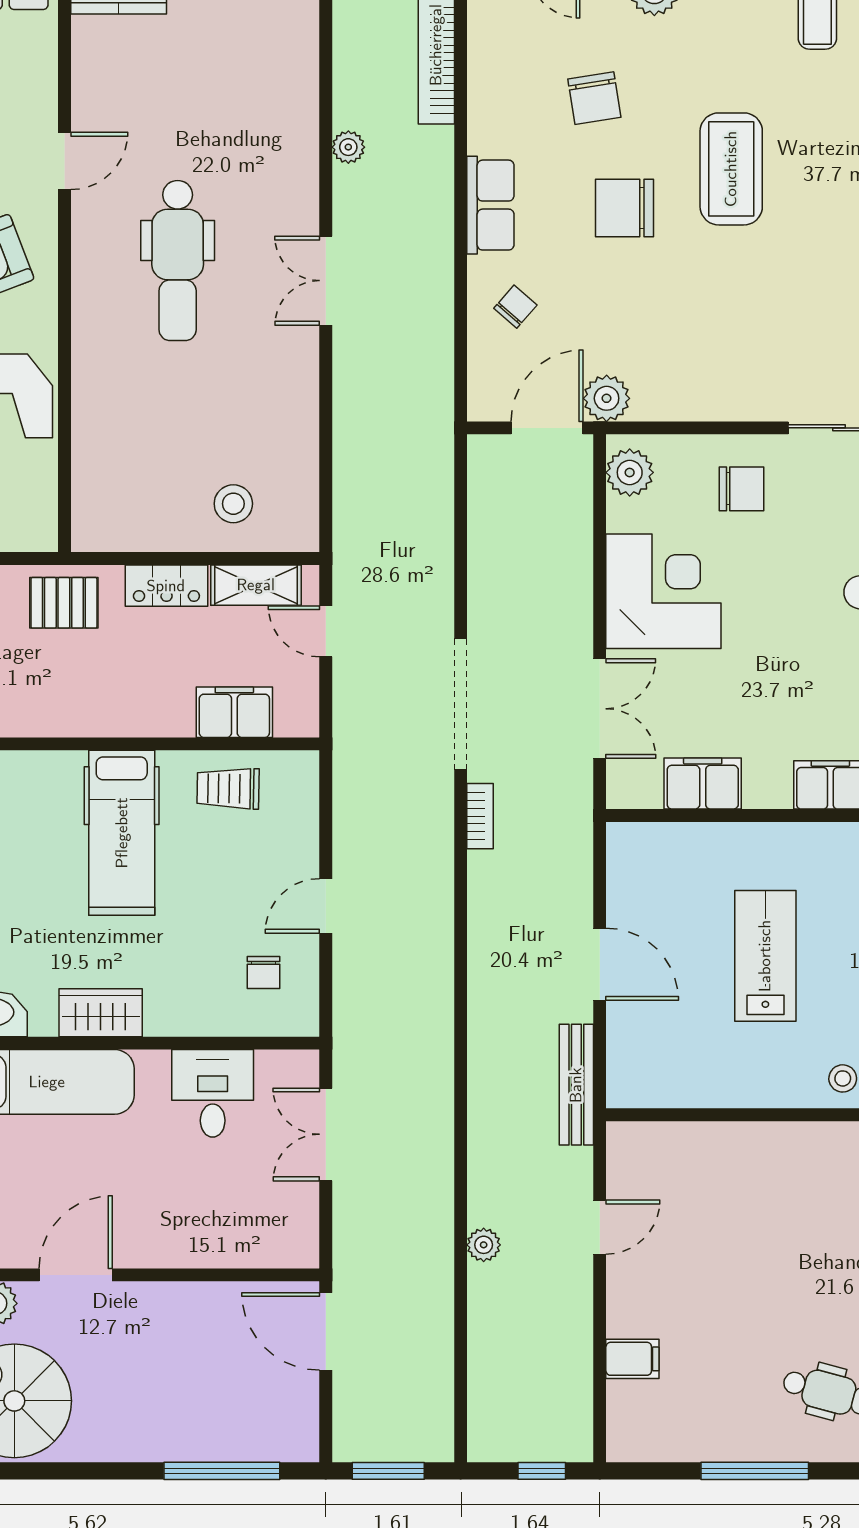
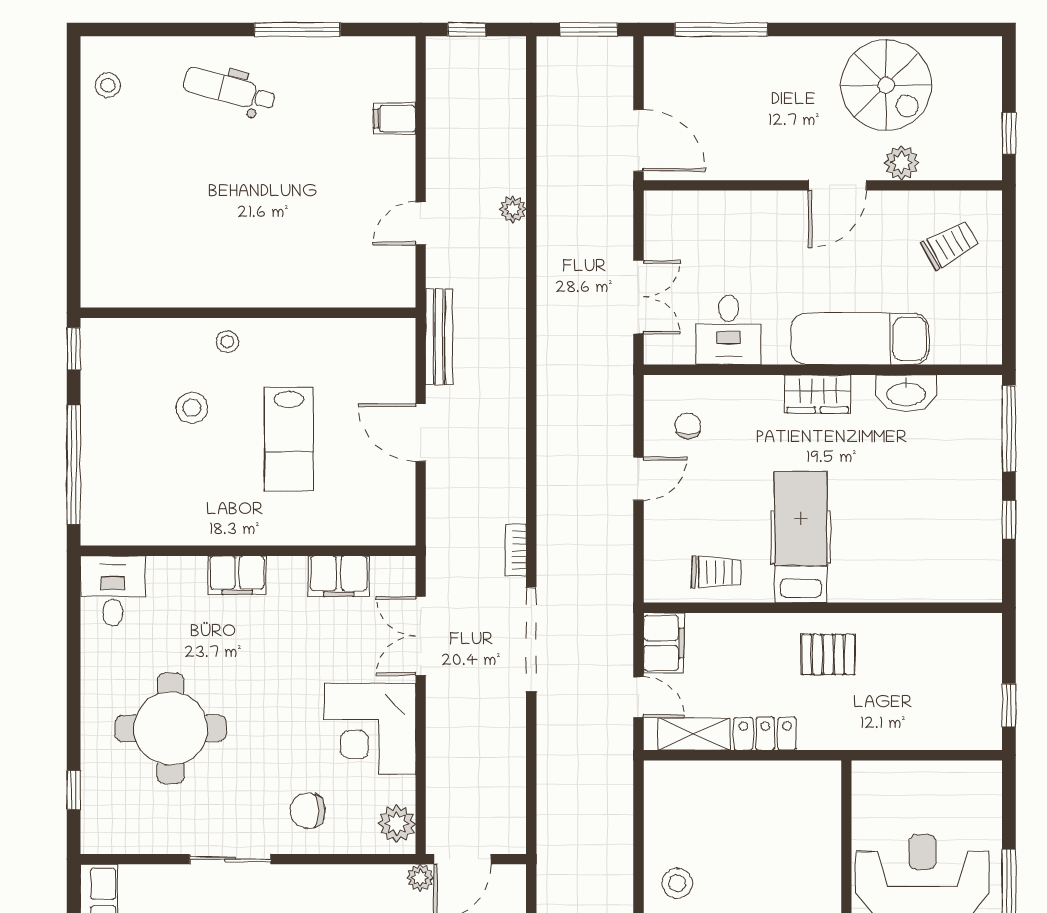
plant: (607, 398) -> (420, 878), width x0.73, depth x0.73
stool: (233, 504) -> (677, 883), moved
pallet: (64, 603) -> (828, 654), moved
filing cabinet: (234, 712) -> (664, 643), moved, turned -90

